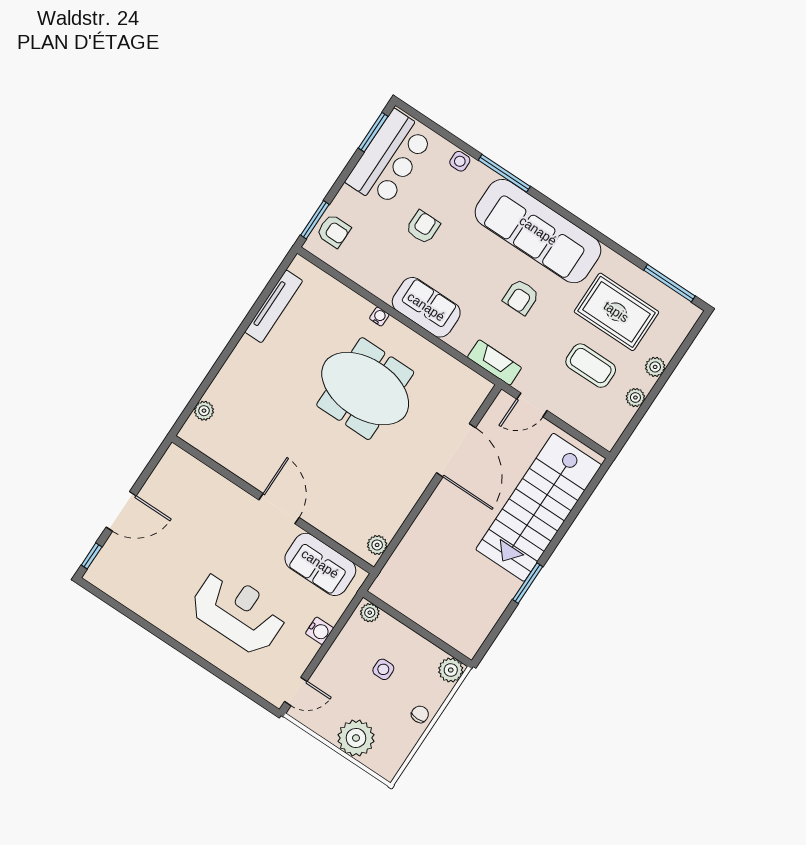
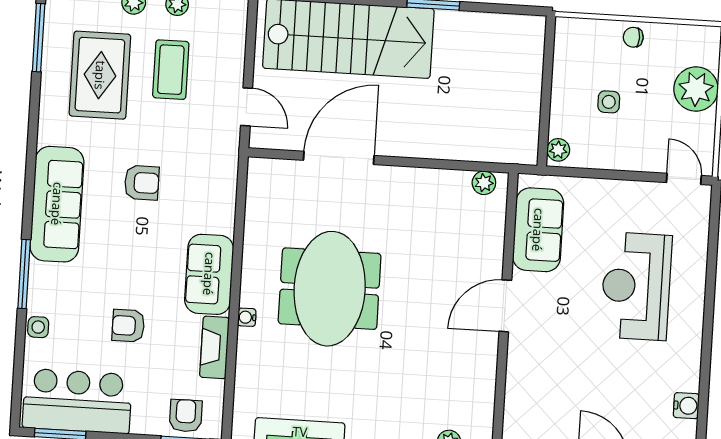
sofa: (538, 231) -> (57, 204), width x0.74, depth x0.79
fireplace: (494, 363) -> (214, 347), moved
water cooler: (319, 631) -> (686, 406), moved, turned 90
plant: (451, 670) -> (569, 32), removed

